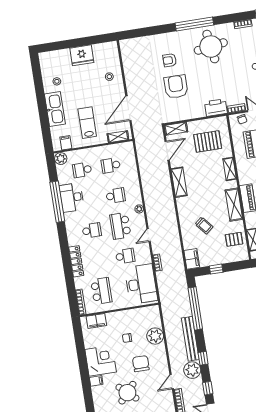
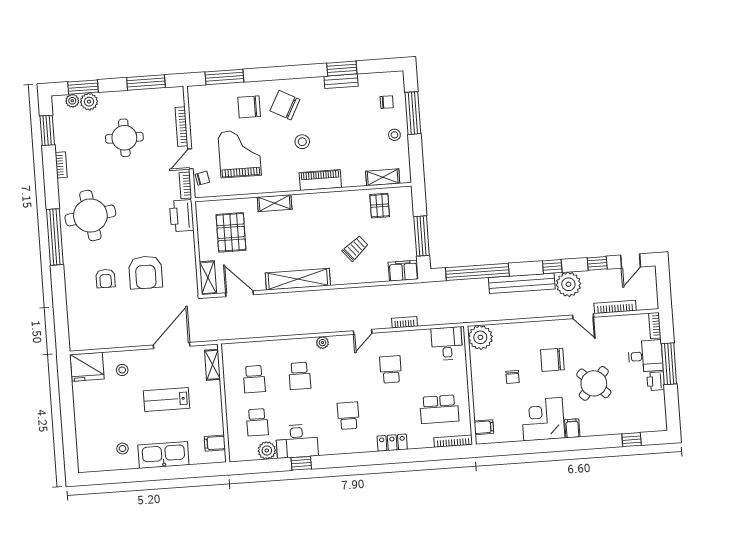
fridge: (82, 55) -> (87, 367), moved, turned 90
armchair: (176, 87) -> (146, 272), turned -90
door: (128, 108) -> (172, 346), swing flipped
lab bench: (87, 123) -> (167, 400), moved
plant: (61, 159) -> (267, 450), moved
shelving: (179, 182) -> (298, 279), width x1.47
school desk: (116, 196) -> (300, 376), turned 180
window: (57, 202) -> (301, 463), width x0.32
shelving: (234, 205) -> (328, 201), removed
school desk: (120, 226) -> (345, 373), removed
door: (149, 235) -> (363, 332), hinge flipped
locker: (76, 261) -> (392, 443), width x0.66
window: (216, 269) -> (422, 236), width x2.17
desk: (141, 284) -> (447, 344), width x0.53, depth x0.77
school desk: (101, 291) -> (439, 409), turned 180
filing cabinet: (96, 321) -> (484, 427), width x0.50
plant: (155, 336) -> (480, 337), moved

